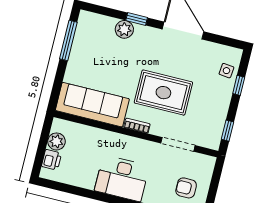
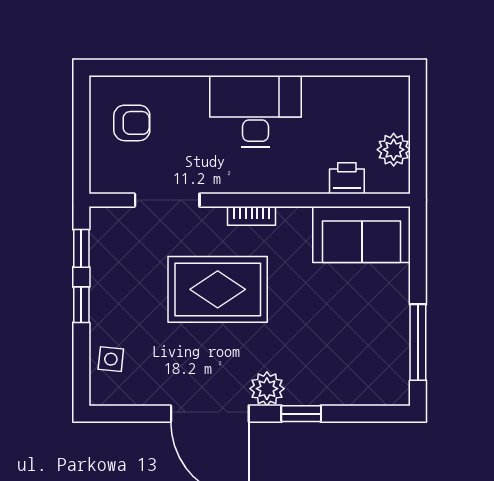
plant: (124, 29) -> (267, 389), moved
window: (239, 85) -> (81, 305), moved
sofa: (92, 105) -> (362, 234), width x0.73
printer: (51, 160) -> (347, 178), moved, turned 90

